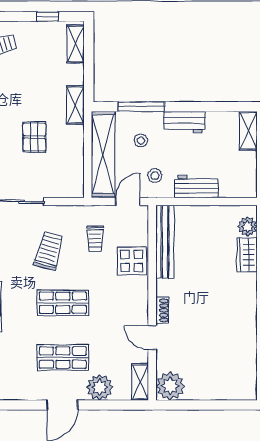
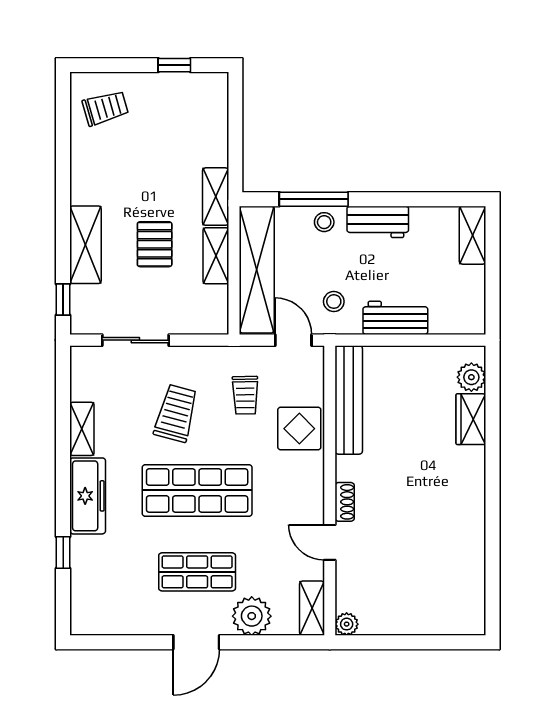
shelving: (76, 44) -> (216, 256), moved
stool: (141, 140) -> (324, 222), moved
door: (128, 202) -> (293, 340), hinge flipped
shop shelf: (63, 303) -> (197, 490), width x1.43, depth x1.36
plant: (170, 386) -> (347, 624), width x0.53, depth x0.53

